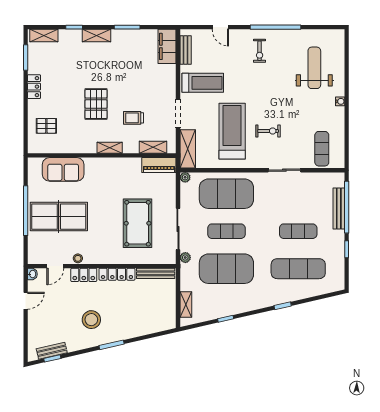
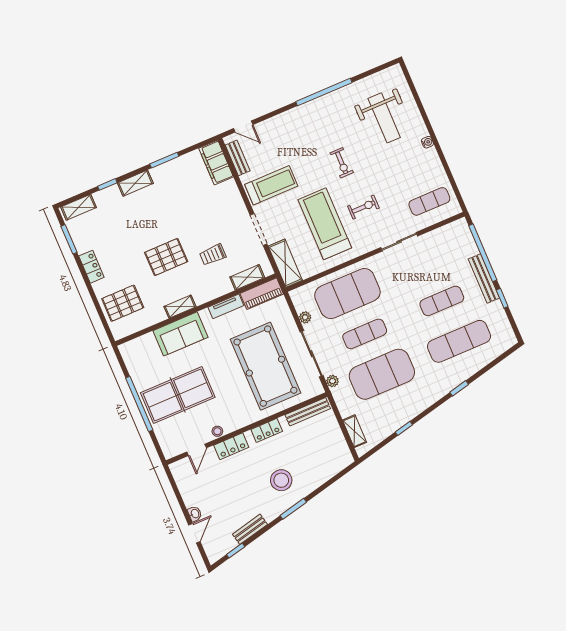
door: (220, 27) -> (243, 126), moved
exercise bike: (260, 51) -> (342, 163), moved
weight bench: (314, 68) -> (384, 118), turned 180
pallet: (96, 104) -> (166, 257), turned 90
pallet: (46, 126) -> (123, 303), width x1.50, depth x1.42
shelving: (110, 148) -> (180, 307), moved
exercise mat: (322, 149) -> (429, 201), turned 90
tv unit: (126, 163) -> (226, 306), added
sofa: (63, 169) -> (180, 334), moved
plant: (185, 177) -> (305, 317), moved
bench: (339, 208) -> (484, 278), moved
pool table: (138, 223) -> (265, 366), width x1.36, depth x1.32
washbasin: (32, 274) -> (195, 514), moved
locker: (117, 274) -> (267, 430), width x0.66
door: (26, 301) -> (194, 533), moved
stool: (91, 320) -> (281, 480), moved
bench: (52, 351) -> (250, 529), moved

